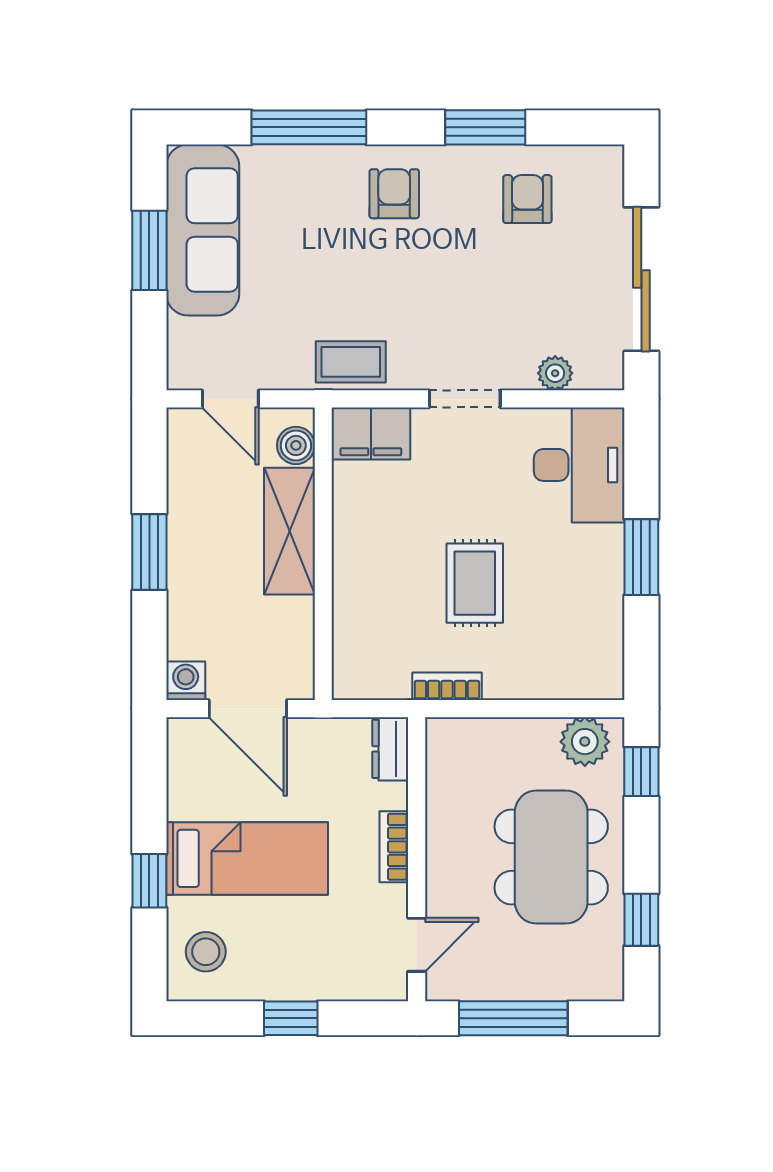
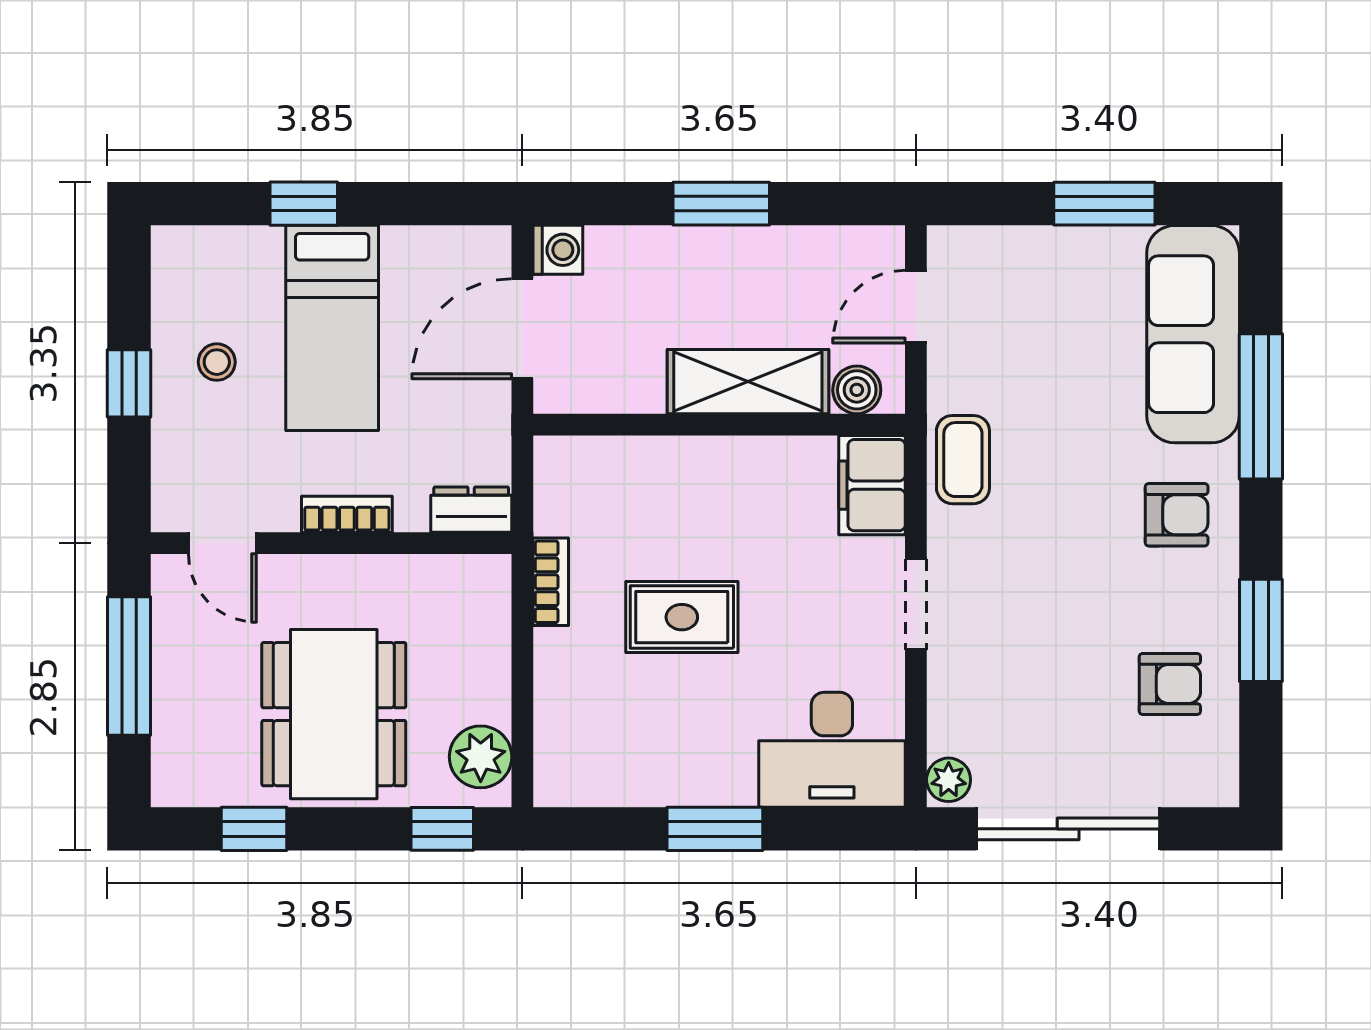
sofa: (203, 230) -> (1193, 334), moved, turned 90
plant: (555, 373) -> (949, 780), moved
dining table: (551, 857) -> (334, 714), turned 90
stool: (206, 952) -> (217, 362), moved, width x0.73, depth x0.73

